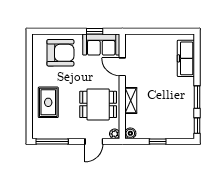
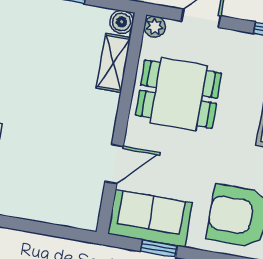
door: (122, 67) -> (114, 164), hinge flipped
shelving: (131, 100) -> (113, 63), moved

